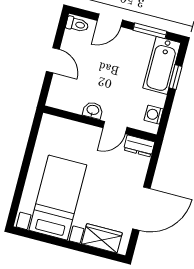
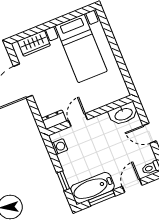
bathtub: (162, 65) -> (92, 188), moved, turned -90
washbasin: (93, 110) -> (123, 114), moved, width x1.91, depth x1.45

